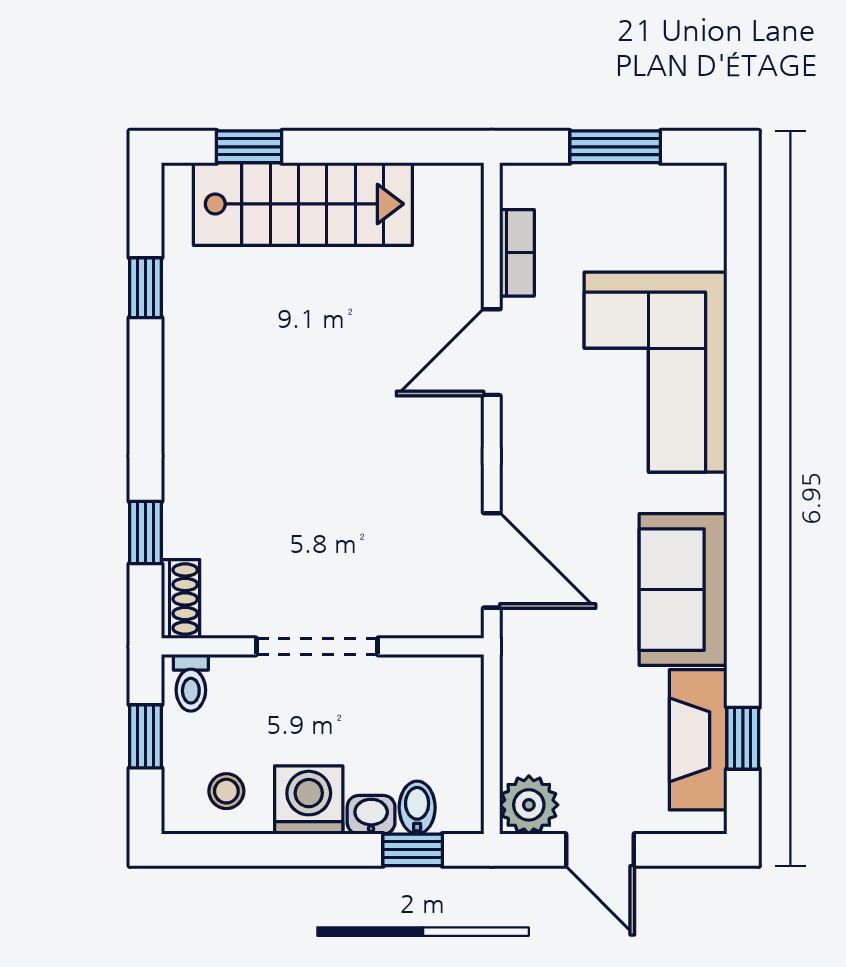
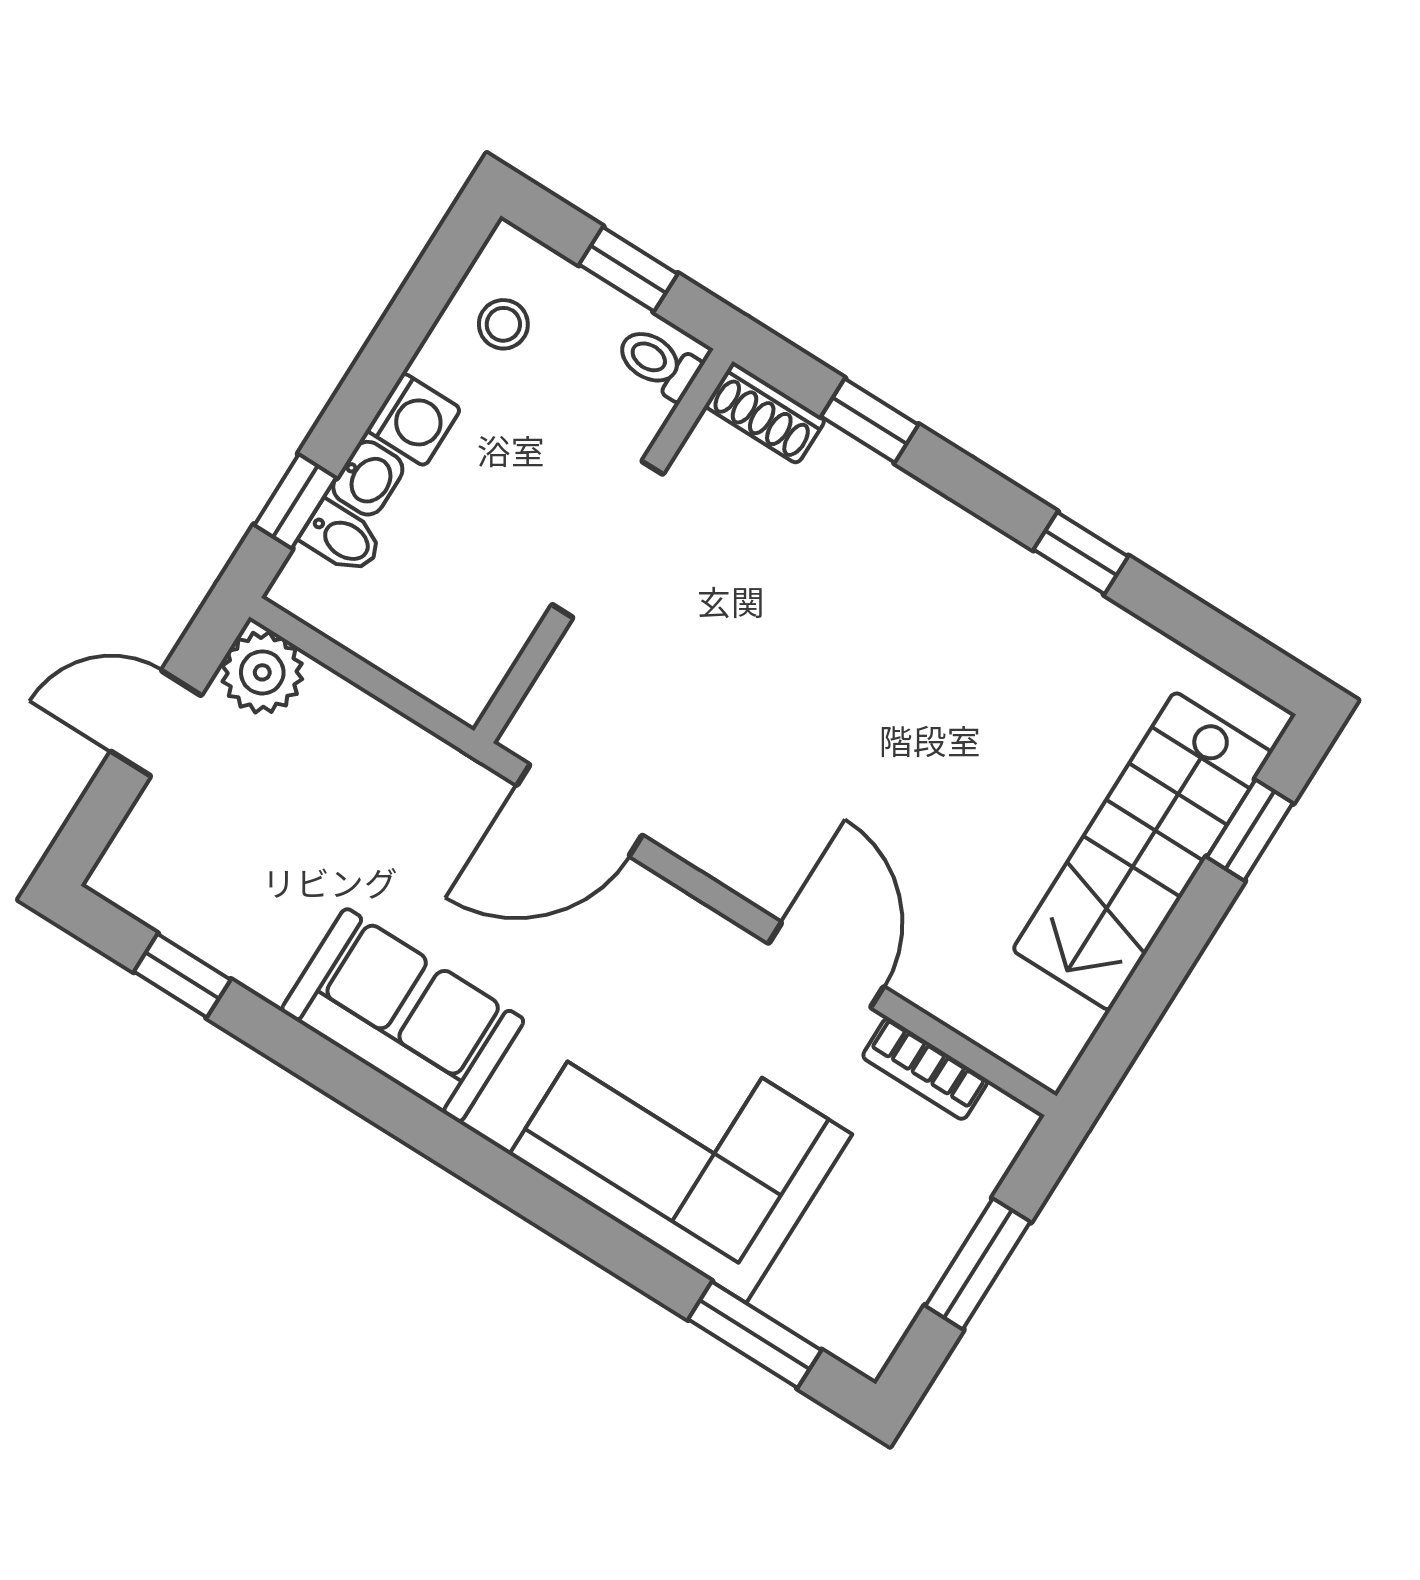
window: (743, 255) -> (755, 1335), added
window: (146, 288) -> (1081, 553), moved
fireplace: (698, 740) -> (213, 921), removed
washing machine: (309, 800) -> (414, 419), width x0.73, depth x0.73

